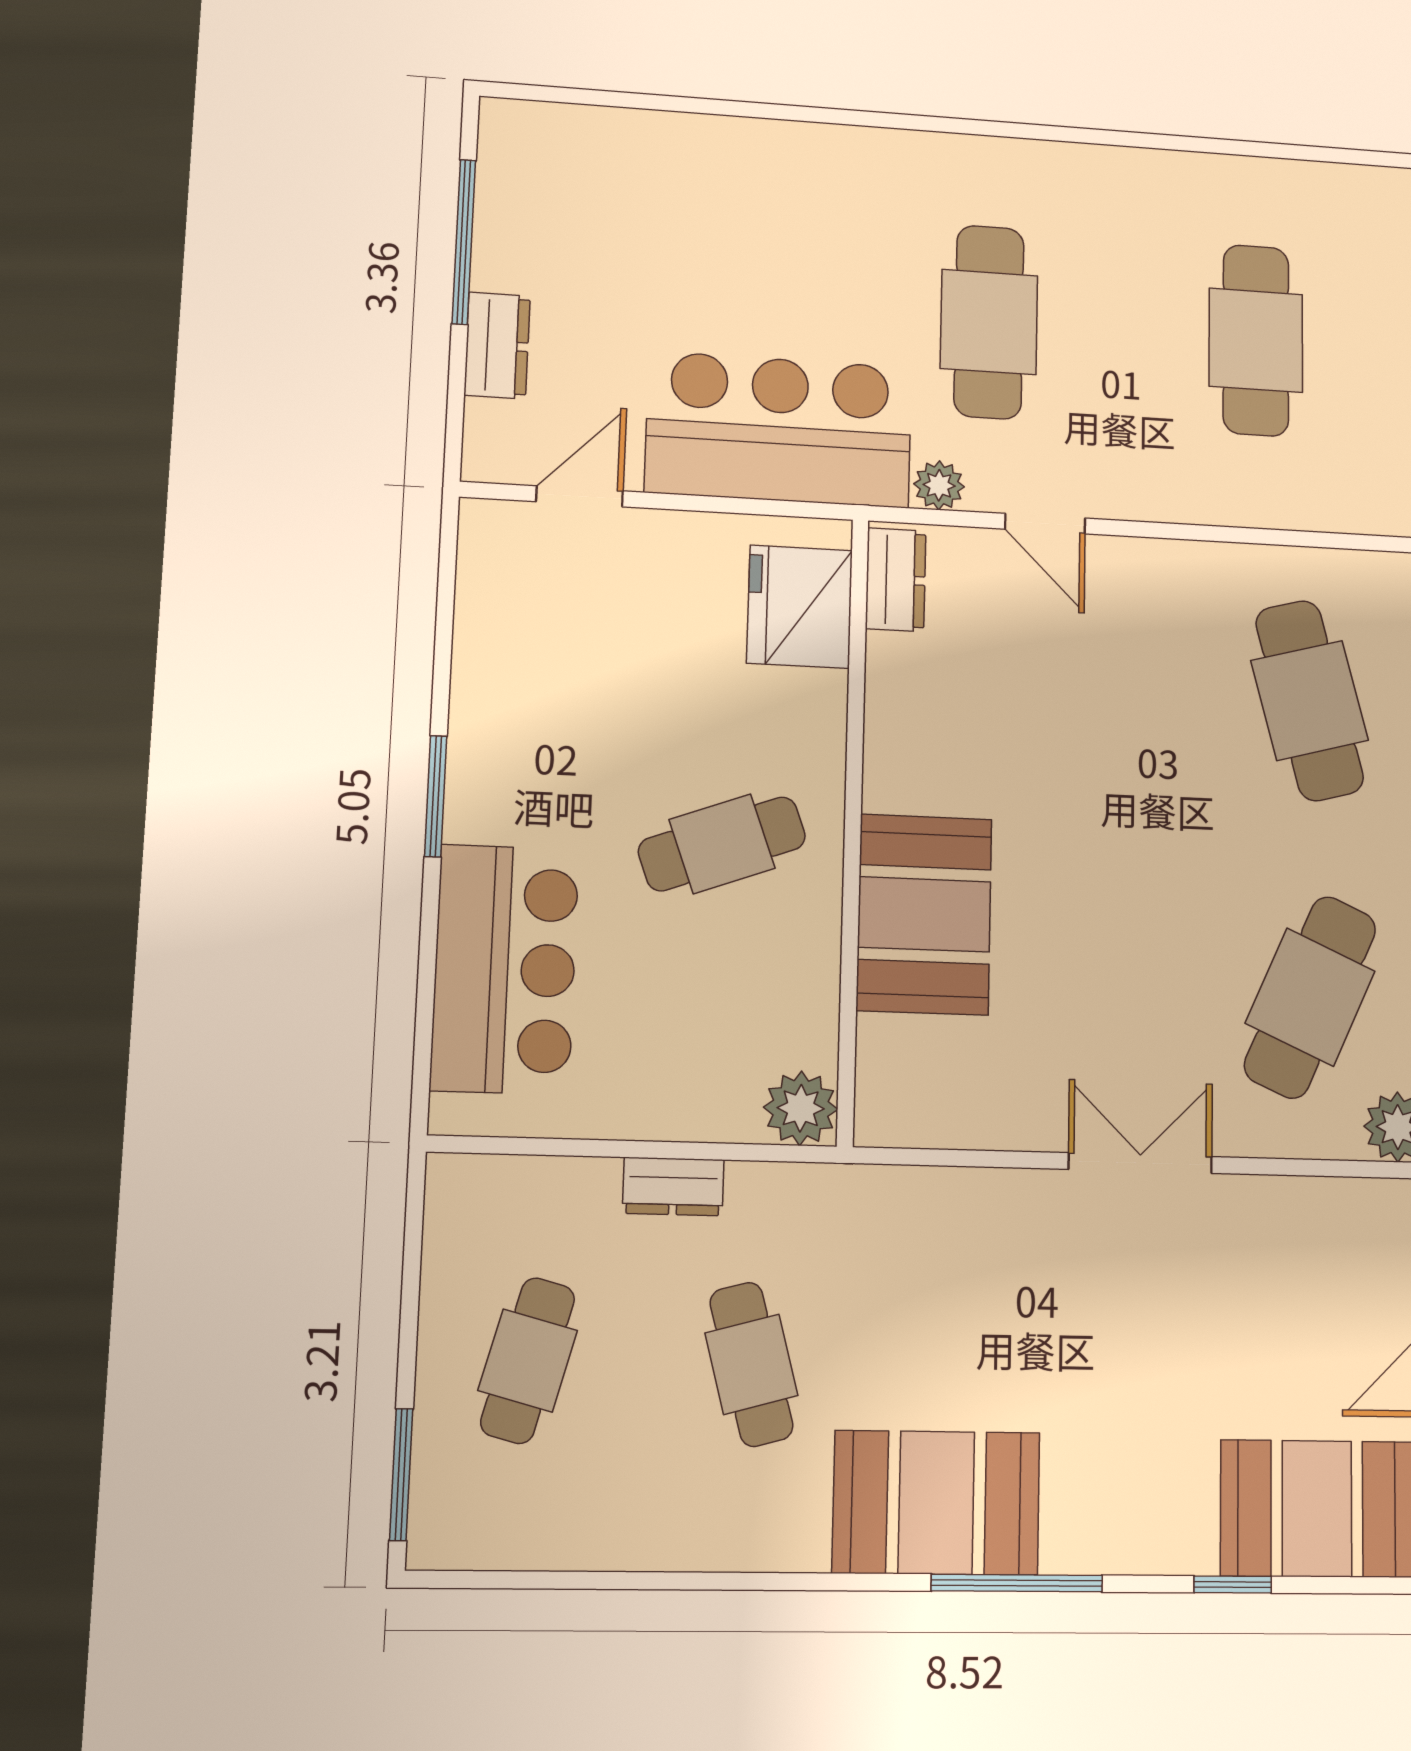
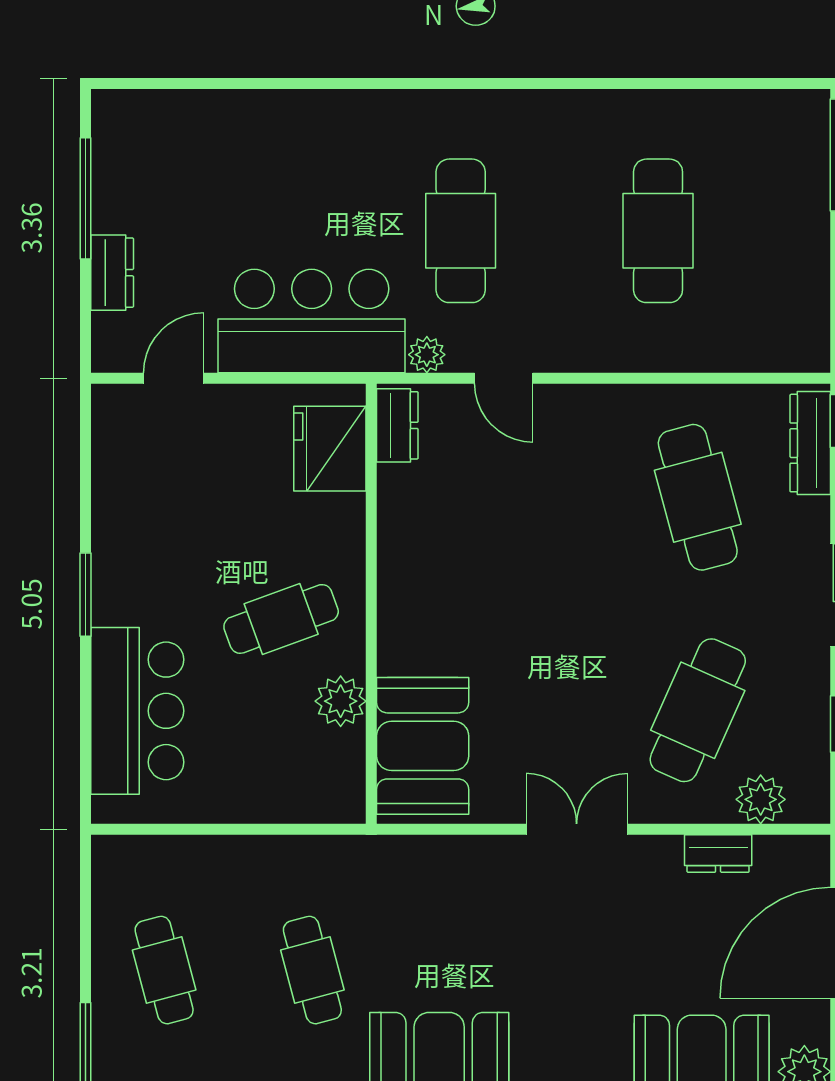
booth: (924, 914) -> (423, 746), moved
plant: (801, 1108) -> (341, 701), moved
dresser: (673, 1186) -> (718, 854), moved
cafe table: (528, 1360) -> (164, 970), turned -30

